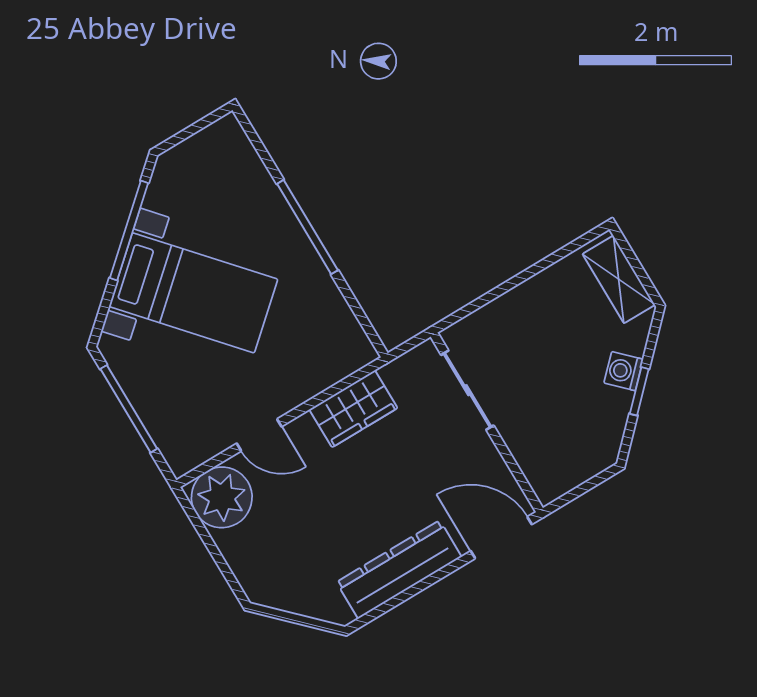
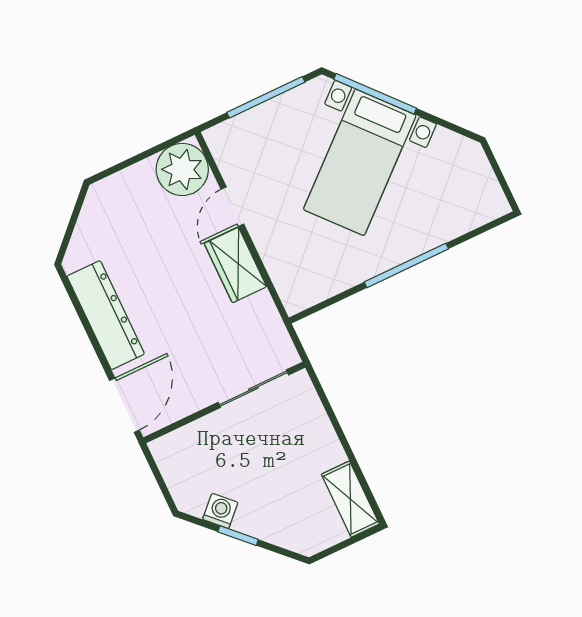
window: (129, 231) -> (375, 94), moved
shelving: (619, 279) -> (350, 499), moved, turned 90
washing machine: (624, 371) -> (220, 511), moved
wardrobe: (353, 409) -> (235, 265), moved

